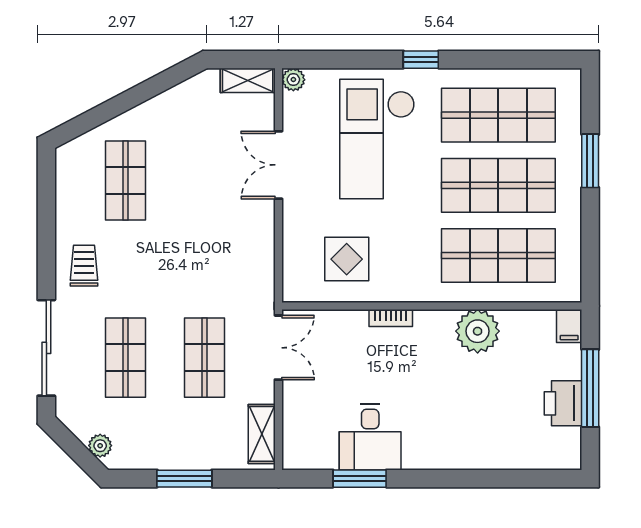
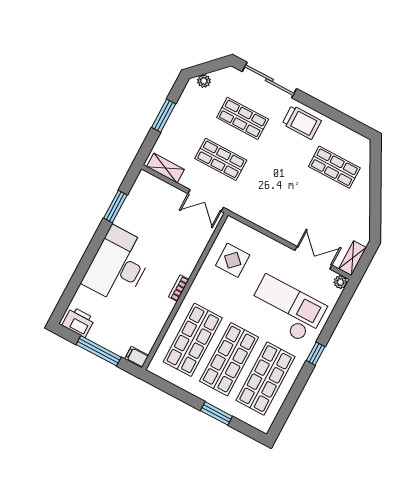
double door: (279, 165) -> (313, 258), moved
trolley: (84, 266) -> (302, 122), width x1.36, depth x1.39
bookcase: (391, 318) -> (179, 288), moved
plant: (478, 331) -> (159, 308), removed
printer: (563, 403) -> (78, 322), moved
desk: (370, 437) -> (118, 265), moved, width x1.87, depth x1.30

